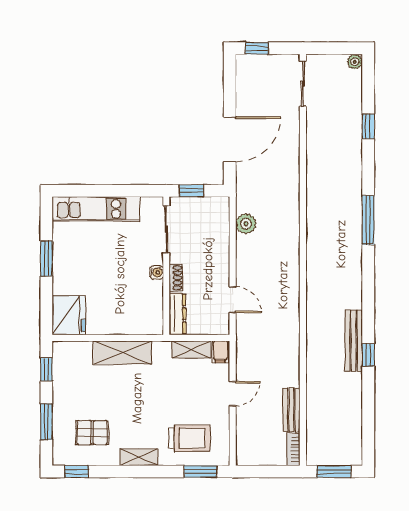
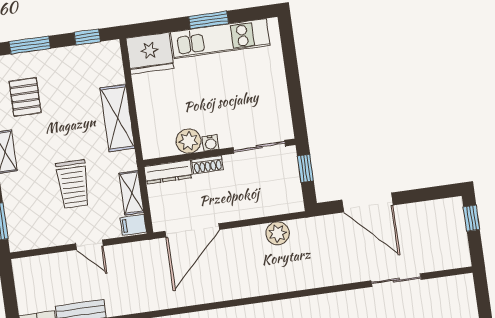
sliding door: (303, 84) -> (396, 280), moved
kitchen unit: (96, 209) -> (220, 39), moved, turned -90
plant: (152, 292) -> (189, 141), added
door: (233, 300) -> (192, 230), width x1.87
trolley: (189, 438) -> (73, 184), moved

